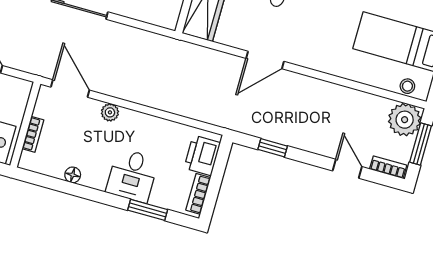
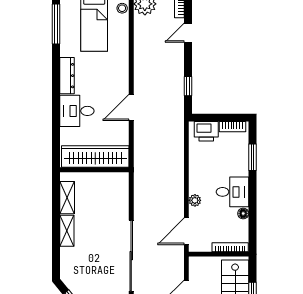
door: (265, 60) -> (131, 107), swing flipped
bookcase: (33, 134) -> (230, 247), width x1.56
desk: (132, 175) -> (232, 192), moved

